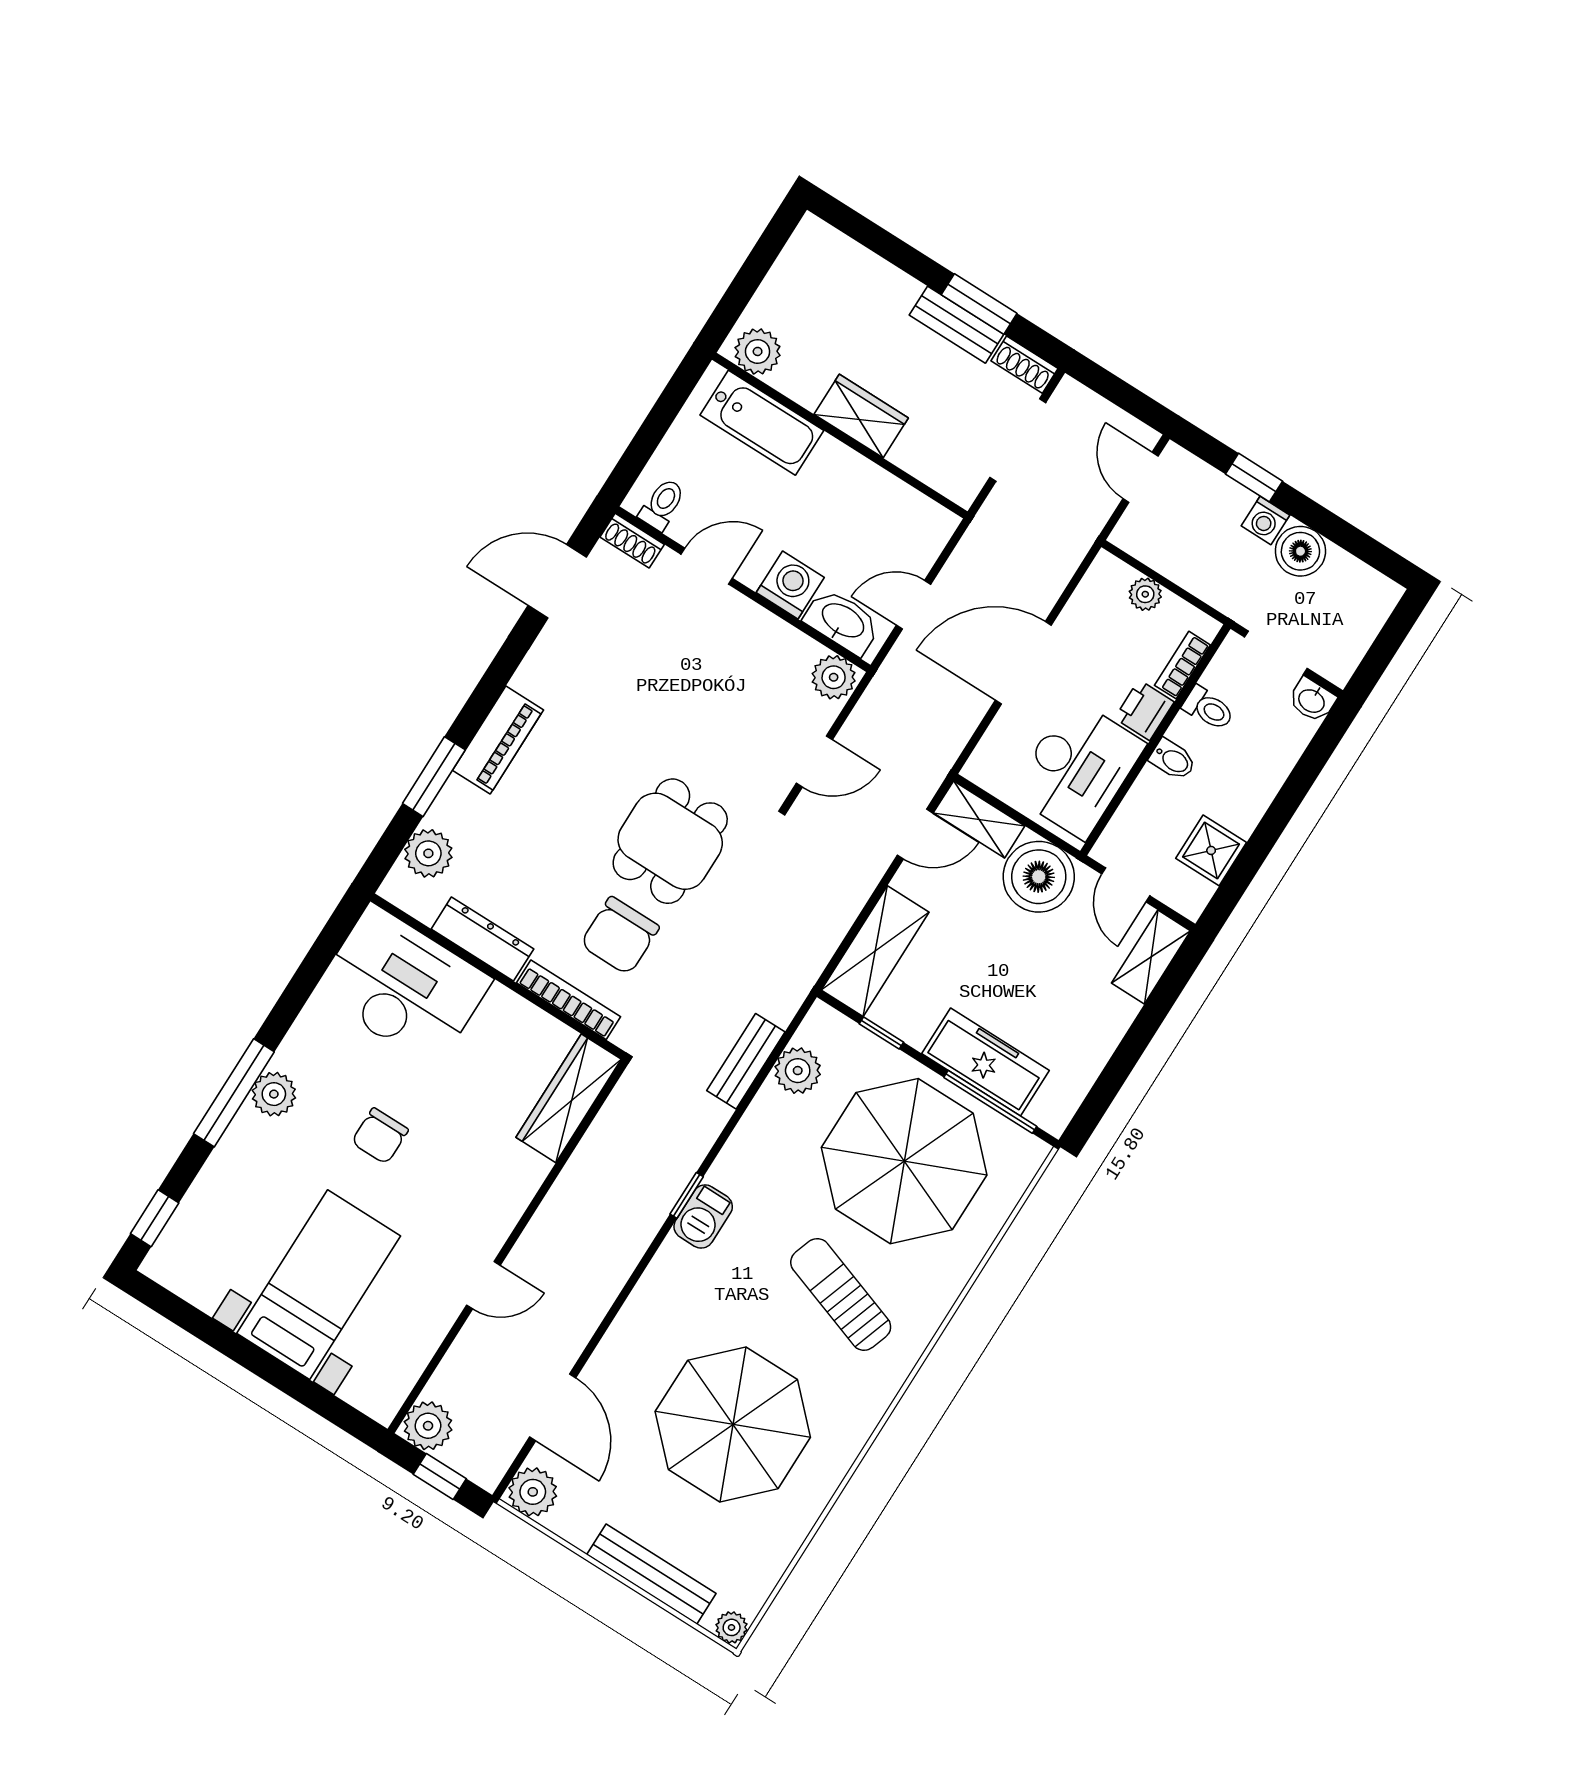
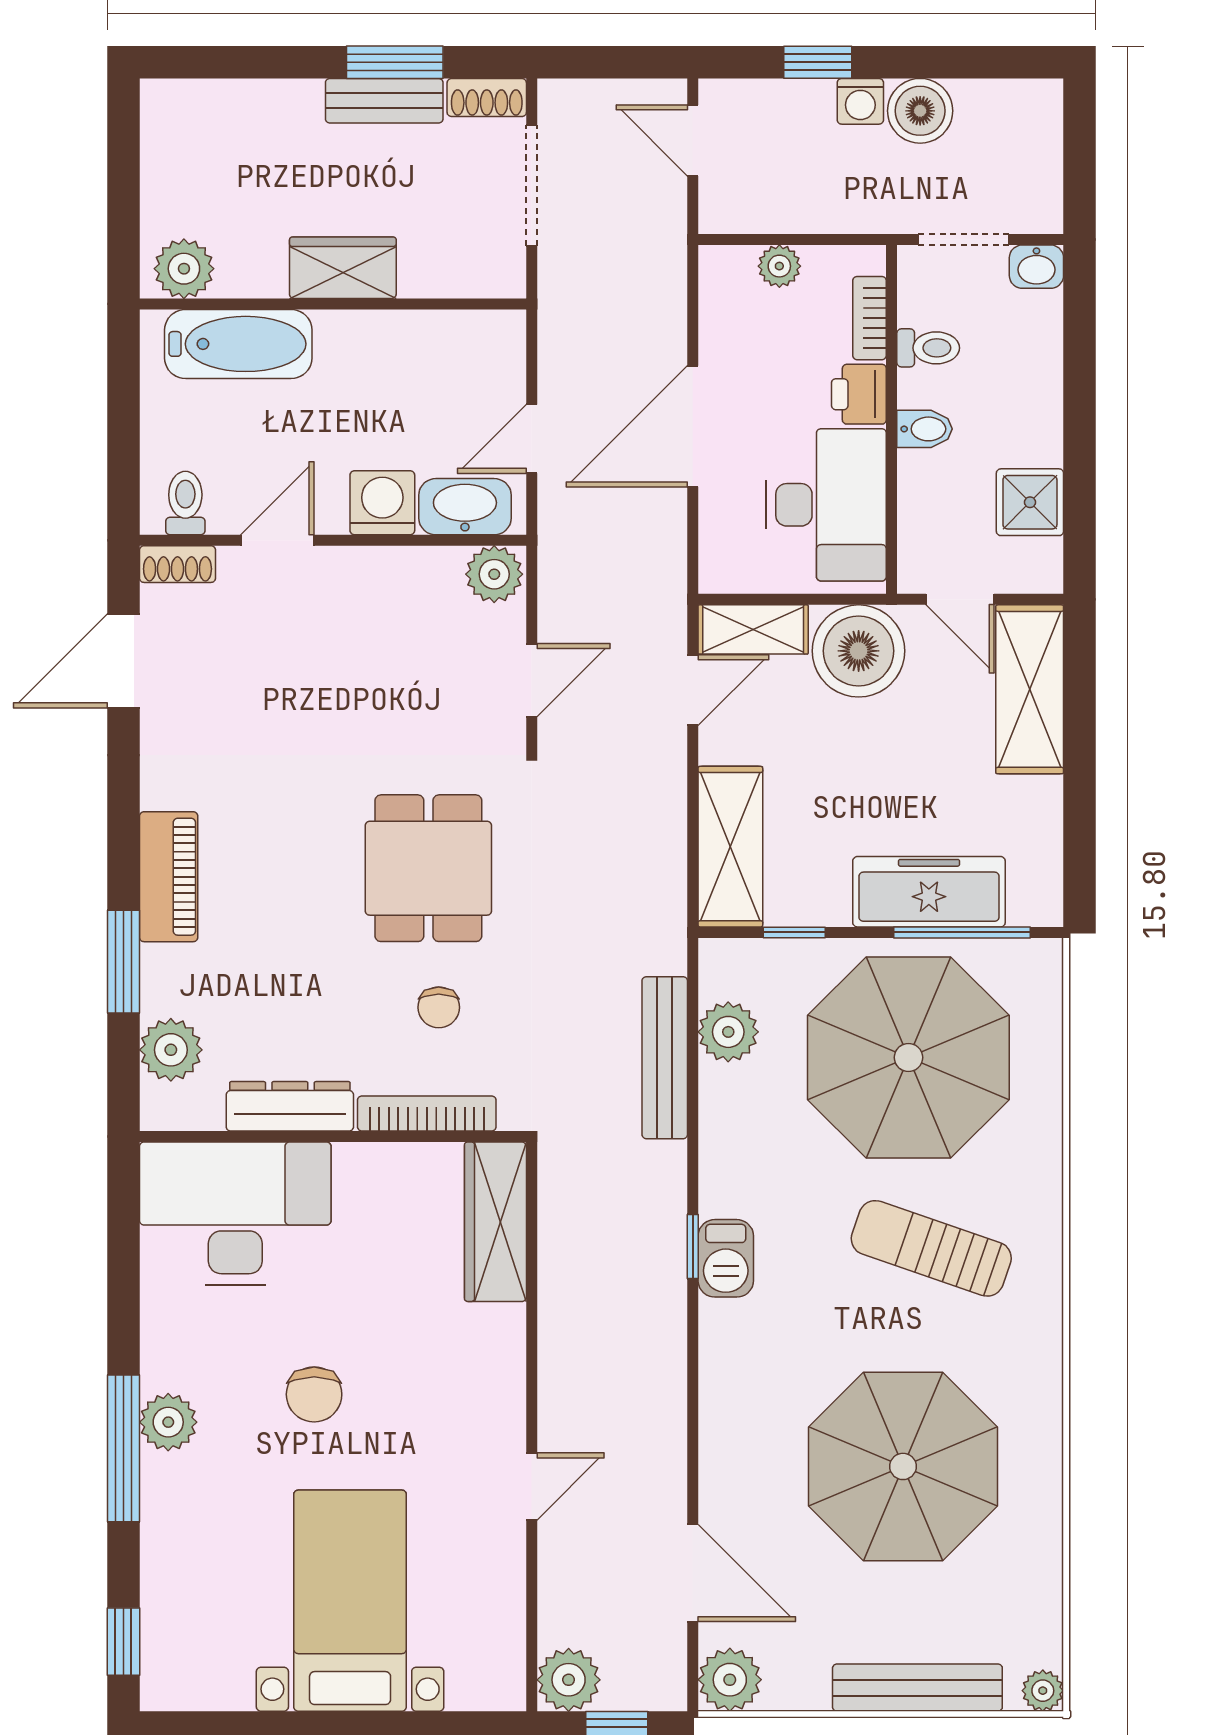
chair: (620, 936) -> (439, 1007), width x0.54, depth x0.54
shelving: (1151, 957) -> (1030, 689), width x1.50, depth x1.33
bench: (746, 1061) -> (665, 1058), width x1.36

